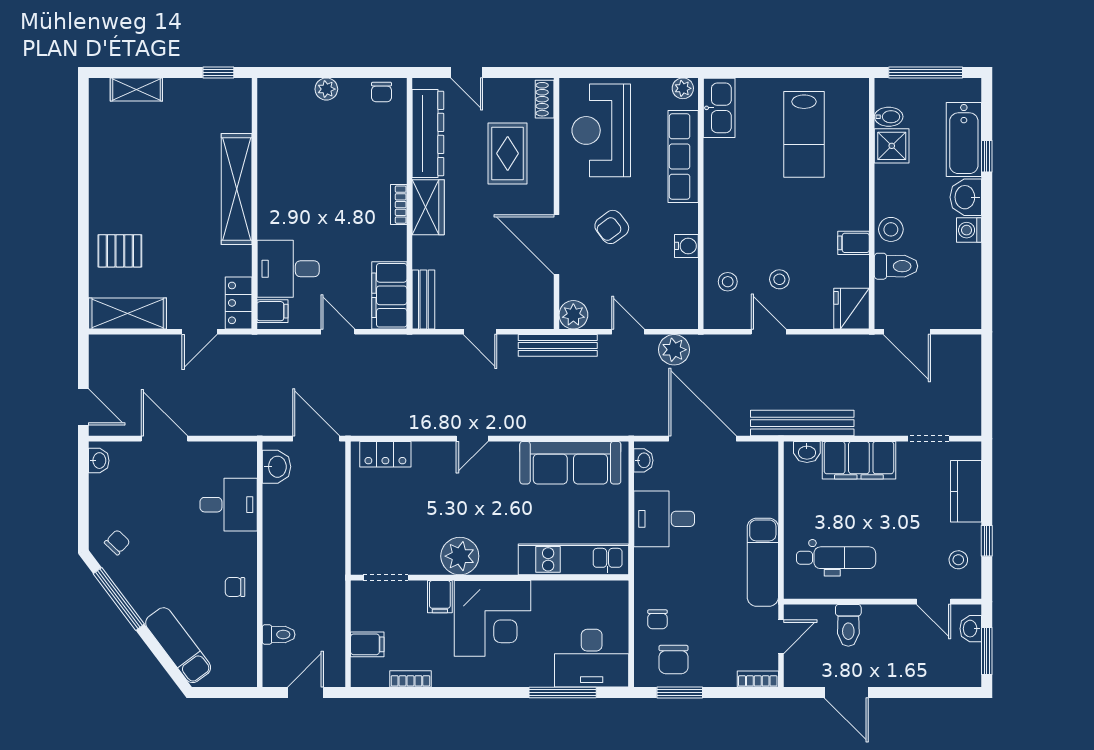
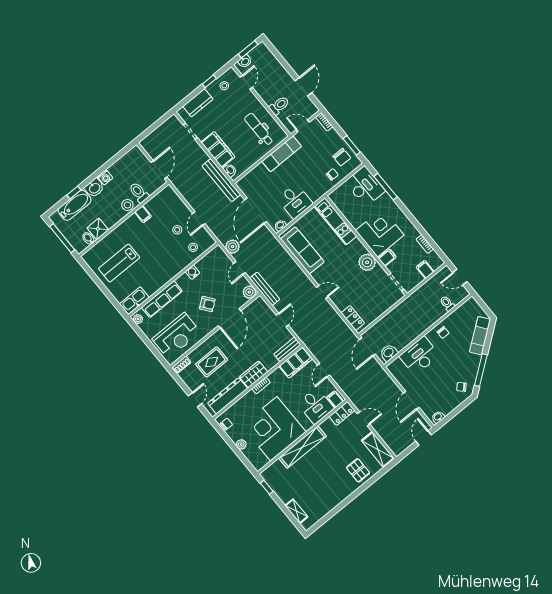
lab bench: (804, 134) -> (119, 263), turned 180
corner desk: (308, 166) -> (274, 429), added
fridge: (851, 309) -> (167, 196), removed
desk: (229, 505) -> (419, 356), width x1.37
chair: (674, 660) -> (342, 157), turned 90

